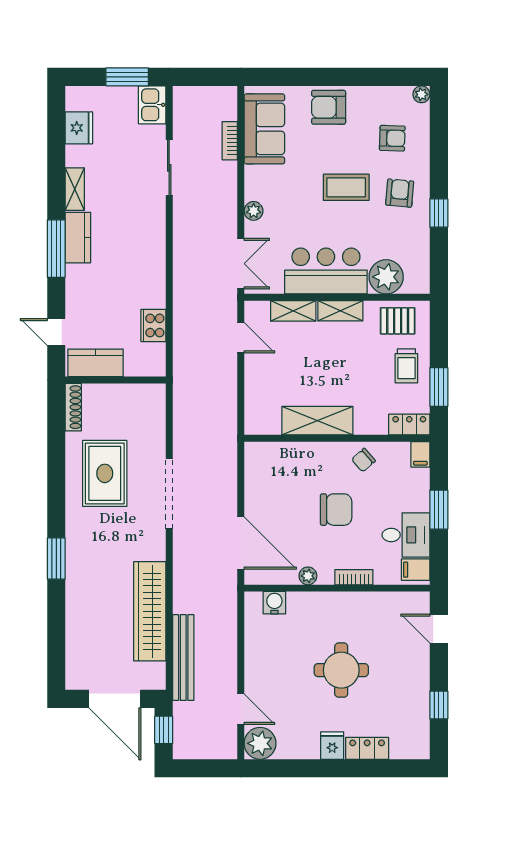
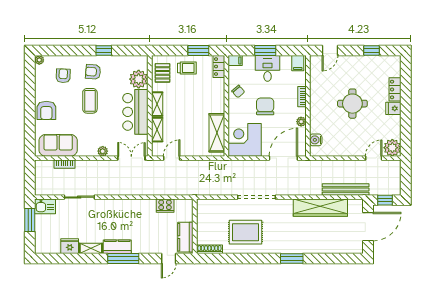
fridge: (79, 128) -> (70, 246), moved
shelving: (317, 421) -> (217, 133), moved
corner desk: (275, 472) -> (245, 140), added
desk: (406, 535) -> (268, 68), moved

